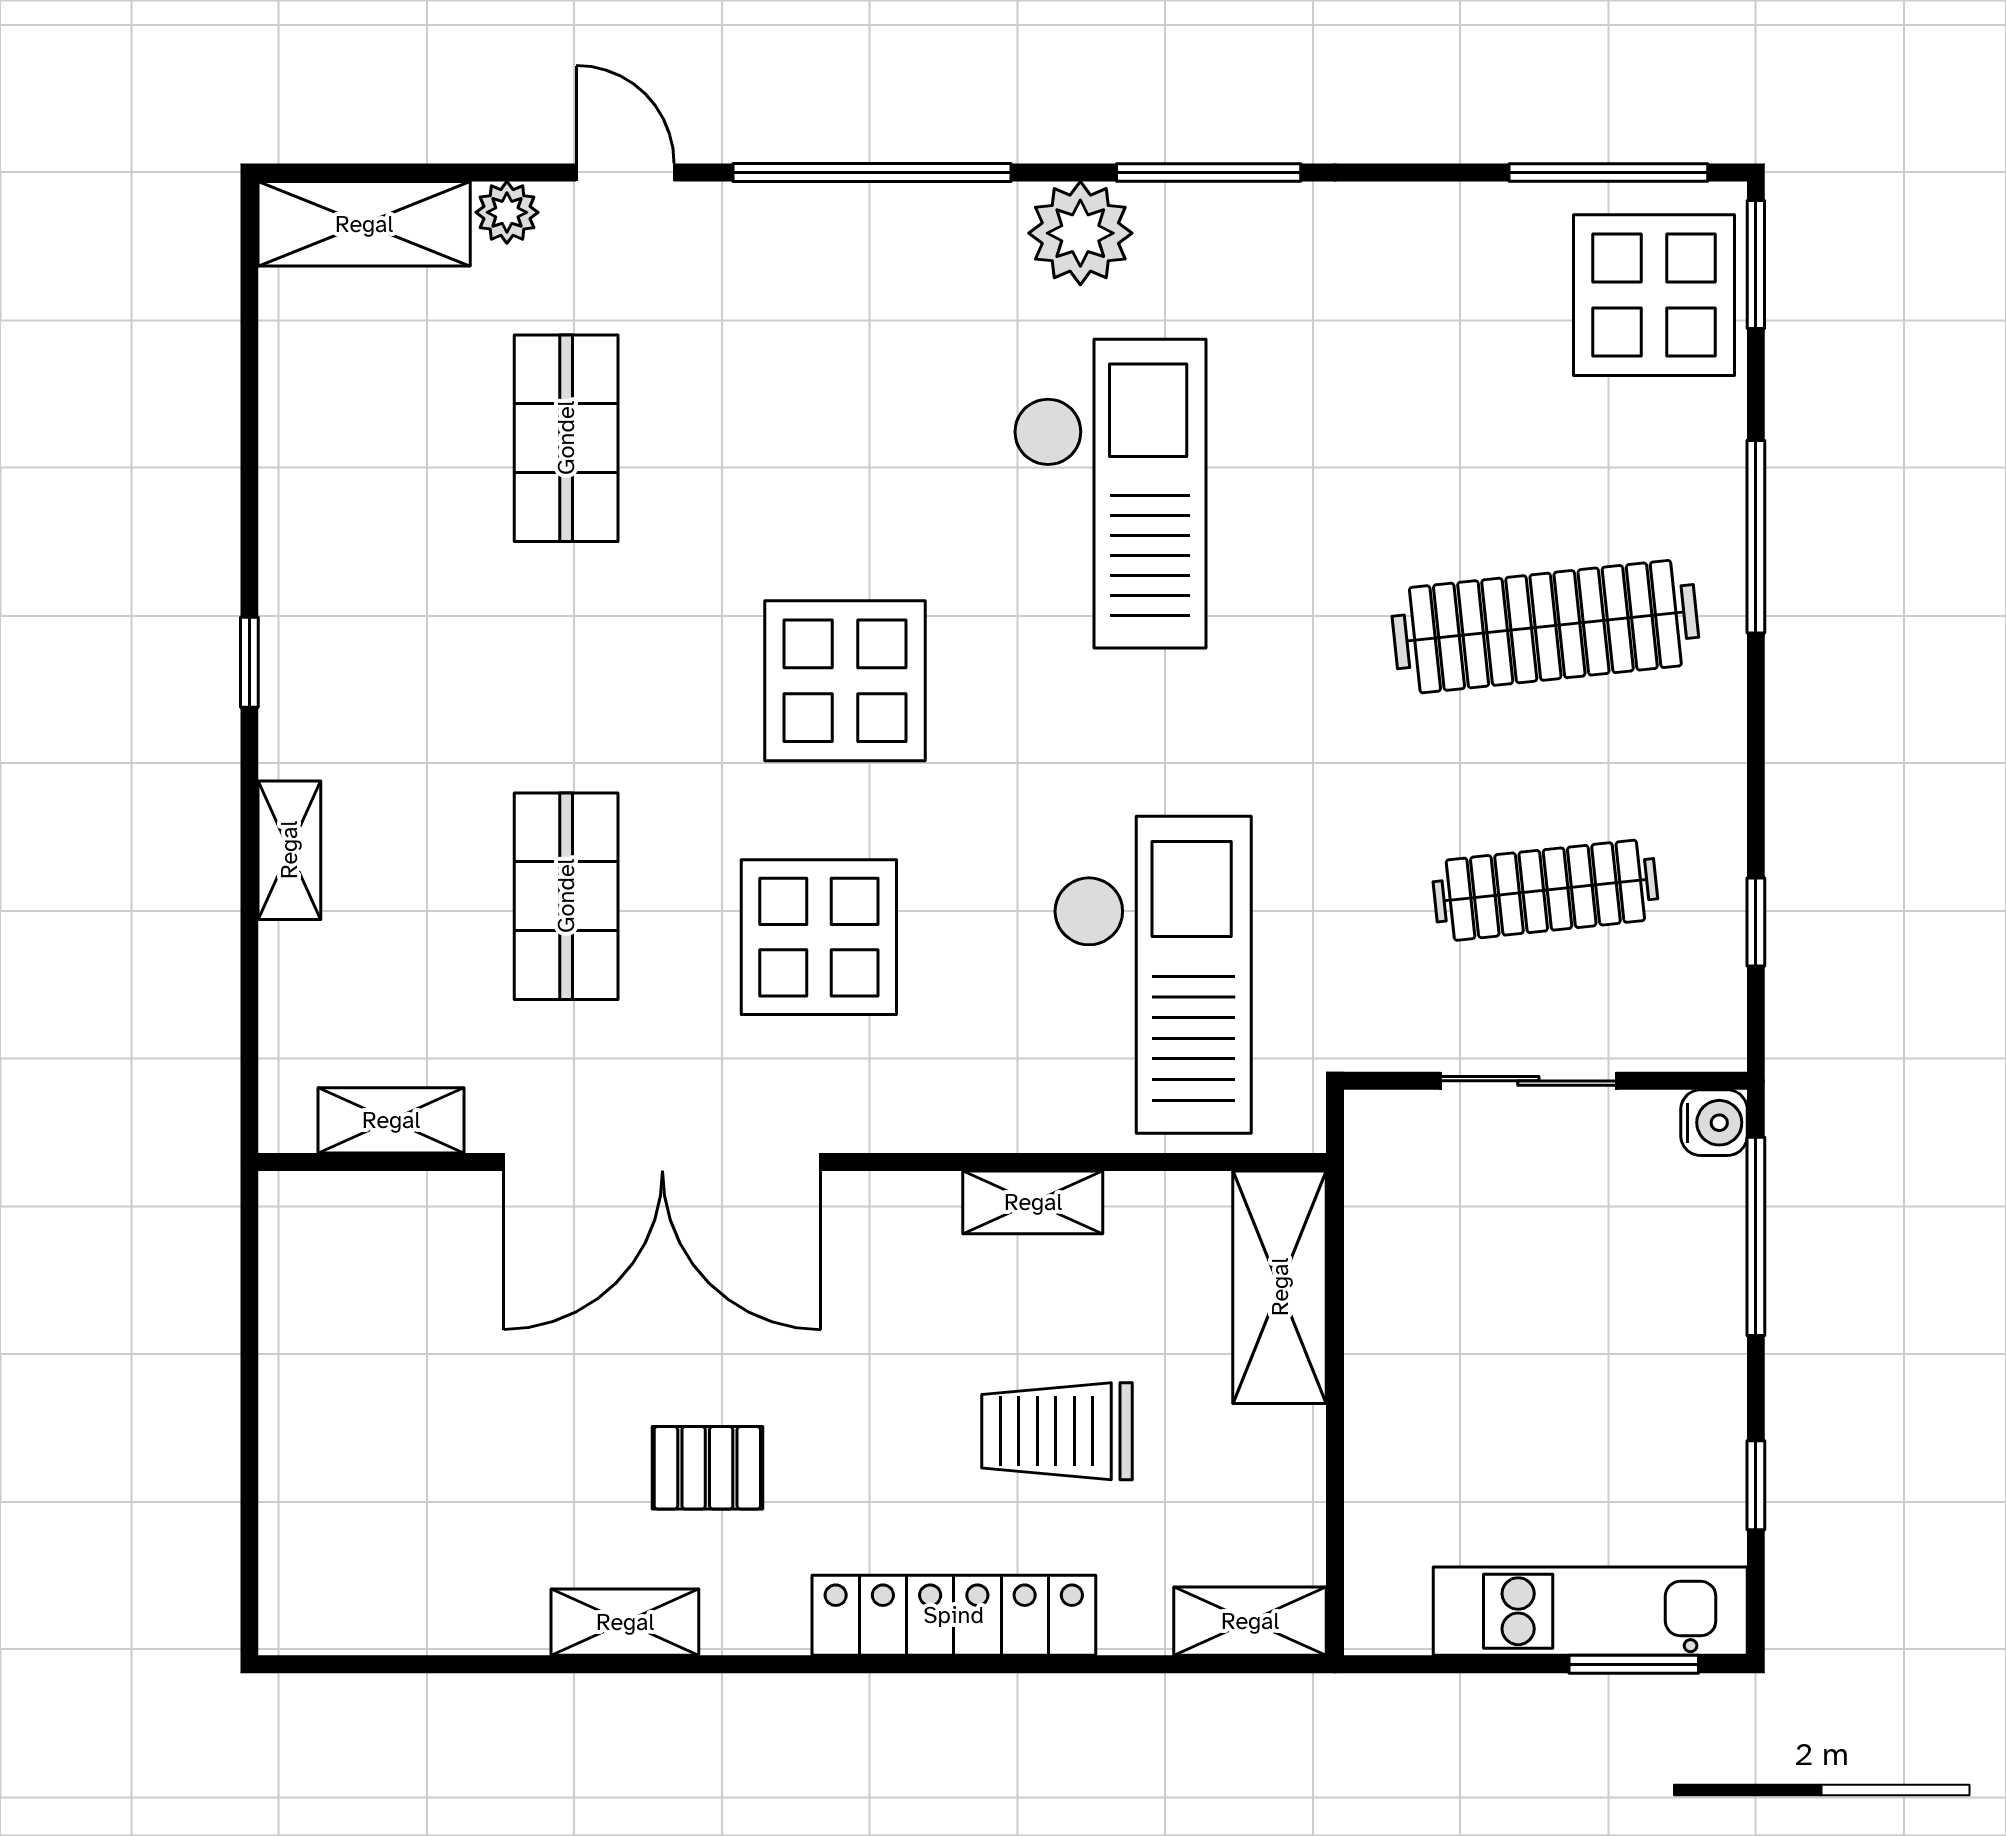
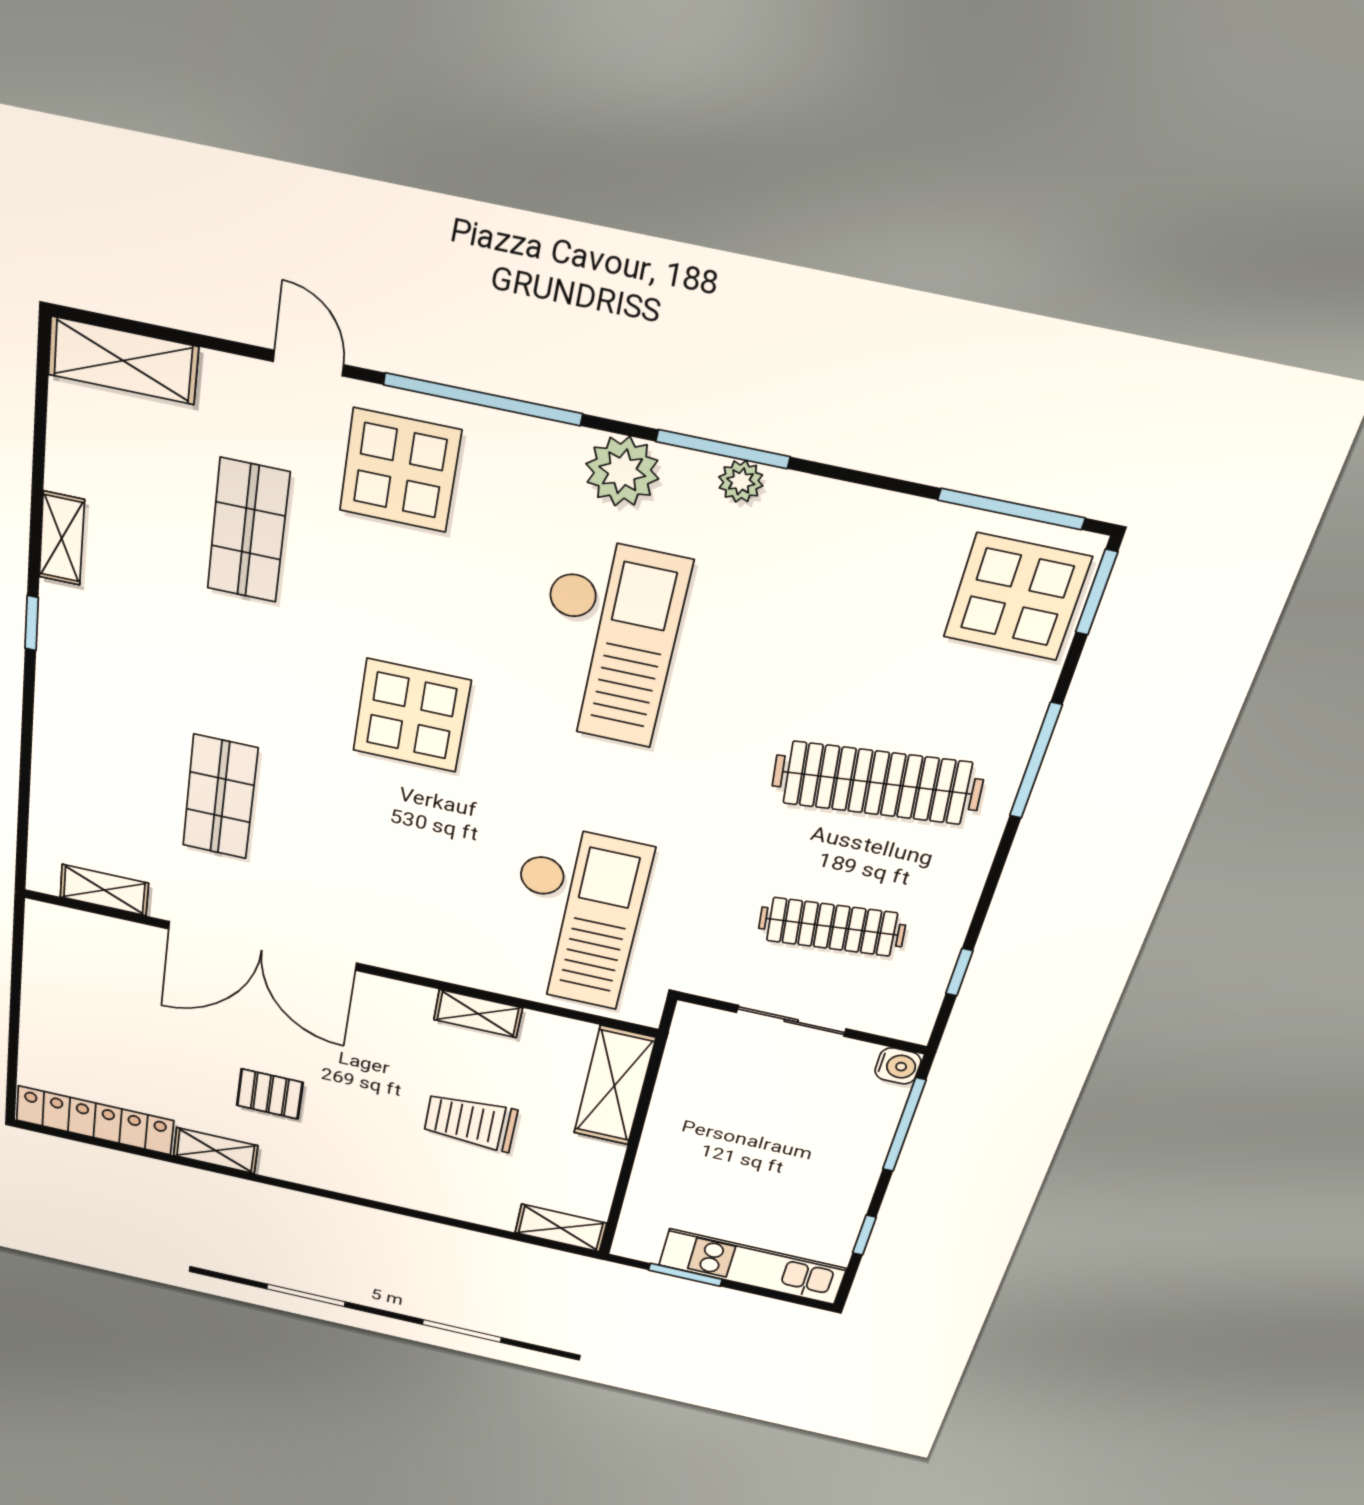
plant: (507, 212) -> (741, 481), moved
shelving: (289, 850) -> (62, 538), moved
display table: (819, 937) -> (400, 470), moved
locker: (954, 1615) -> (95, 1120), moved
window: (1634, 1664) -> (685, 1275), moved

